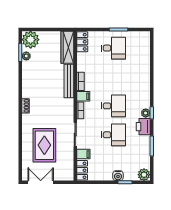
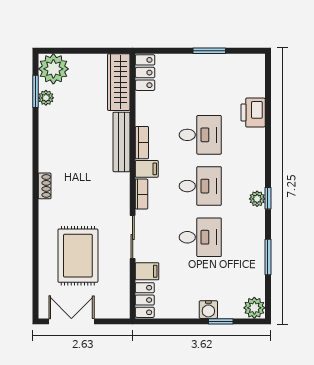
desk: (113, 48) -> (200, 135), moved
printer: (143, 127) -> (253, 113), moved

